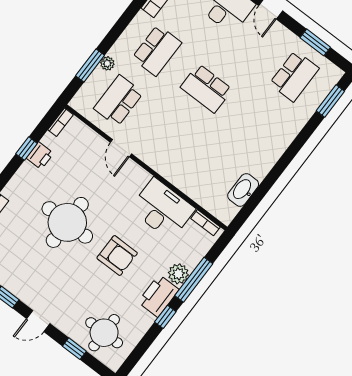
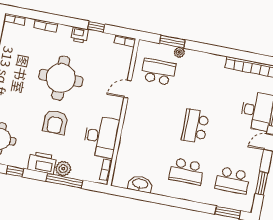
school desk: (157, 50) -> (187, 171), moved
printer: (40, 156) -> (80, 35), moved
window: (165, 317) -> (15, 171), moved

